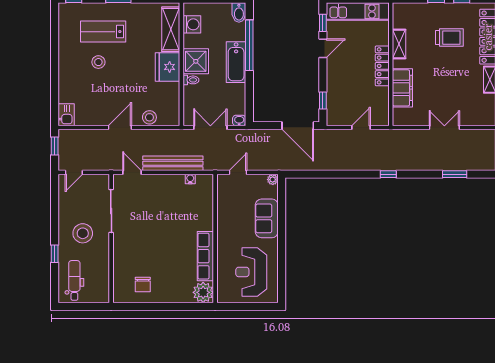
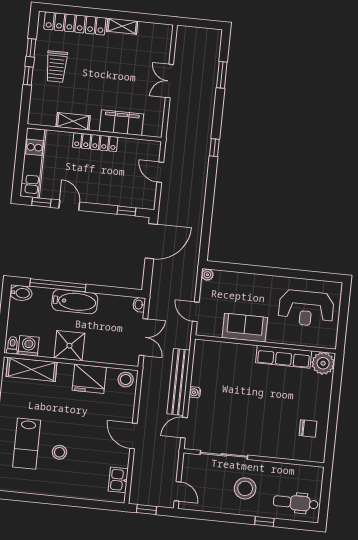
trolley: (449, 38) -> (56, 67), moved, turned 180
fridge: (168, 67) -> (89, 379), moved
toilet: (191, 80) -> (12, 345), moved
kitchen sink: (66, 115) -> (118, 480), moved, turned -90
stool: (149, 117) -> (126, 380), moved
double door: (210, 127) -> (143, 337), swing flipped
water cooler: (190, 179) -> (195, 392), moved
sofa: (267, 218) -> (245, 328), moved, turned 180

